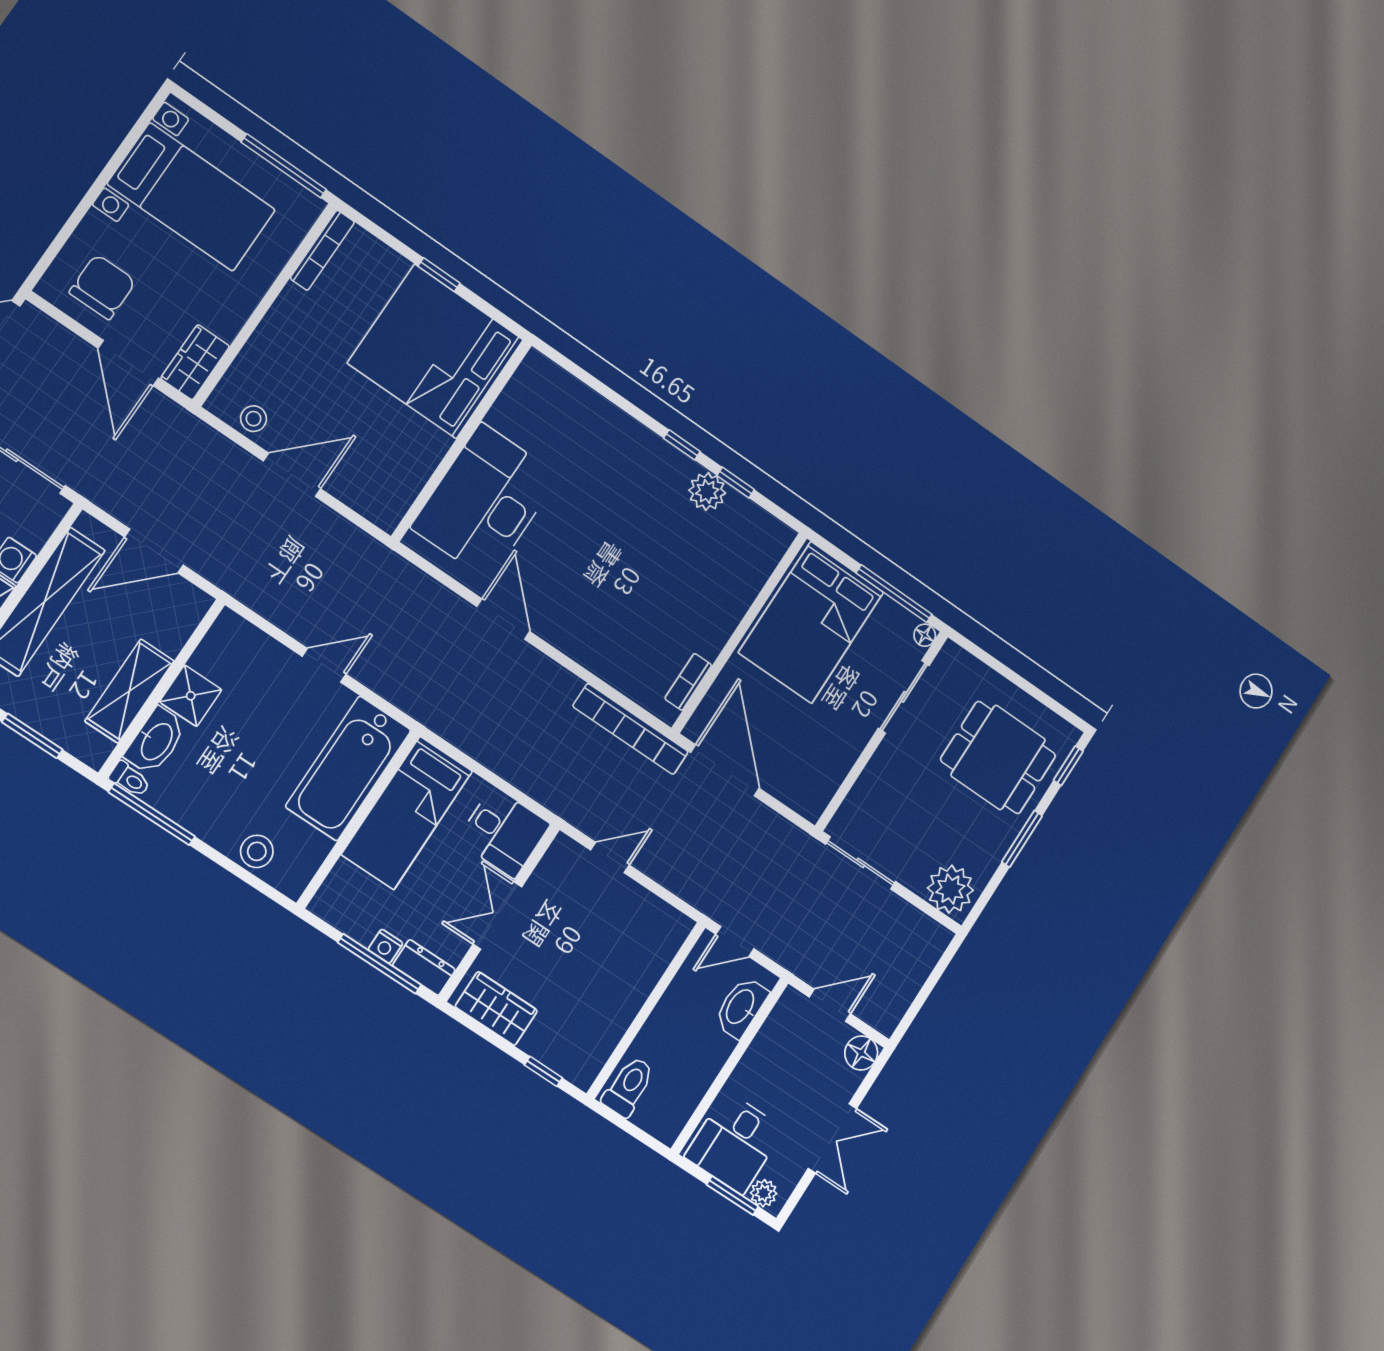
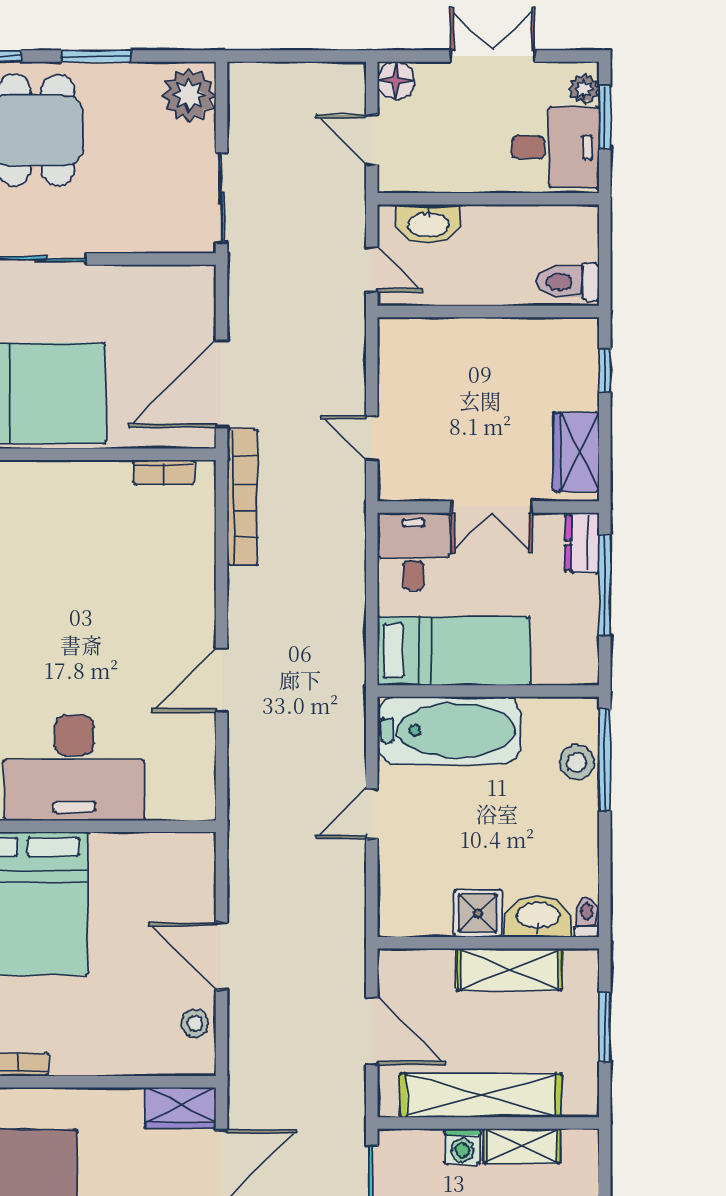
desk: (485, 502) -> (74, 768), moved
door: (324, 665) -> (372, 814), hinge flipped
window: (152, 814) -> (605, 760), moved
nightstand: (385, 946) -> (586, 590), removed

